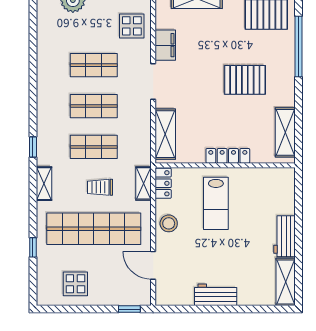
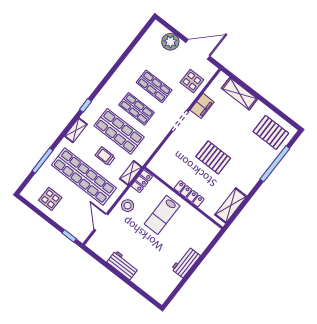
pallet: (245, 80) -> (213, 157), moved
shelving: (165, 134) -> (164, 155), removed
shop shelf: (94, 147) -> (119, 131), width x1.43, depth x1.36
window: (33, 247) -> (42, 161), width x2.17
shelving: (286, 282) -> (167, 288), removed

